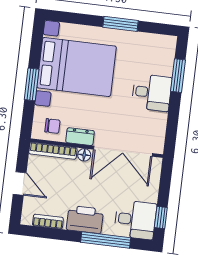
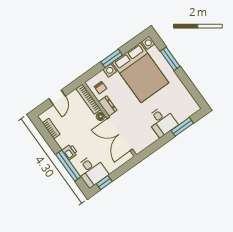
window: (121, 24) -> (170, 59), moved
printer: (85, 219) -> (70, 152), width x0.53, depth x0.68

